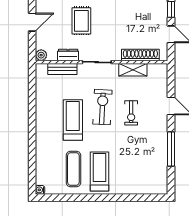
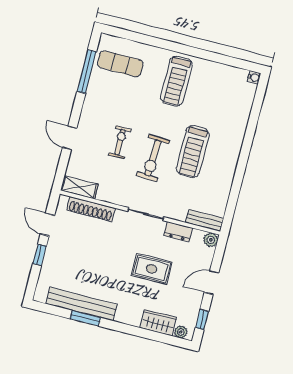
rug: (81, 21) -> (152, 269), turned 90
bench: (62, 69) -> (204, 220), moved
shelving: (133, 70) -> (79, 187), moved
window: (171, 149) -> (87, 71), moved
exercise mat: (73, 169) -> (120, 64), moved, turned 90

